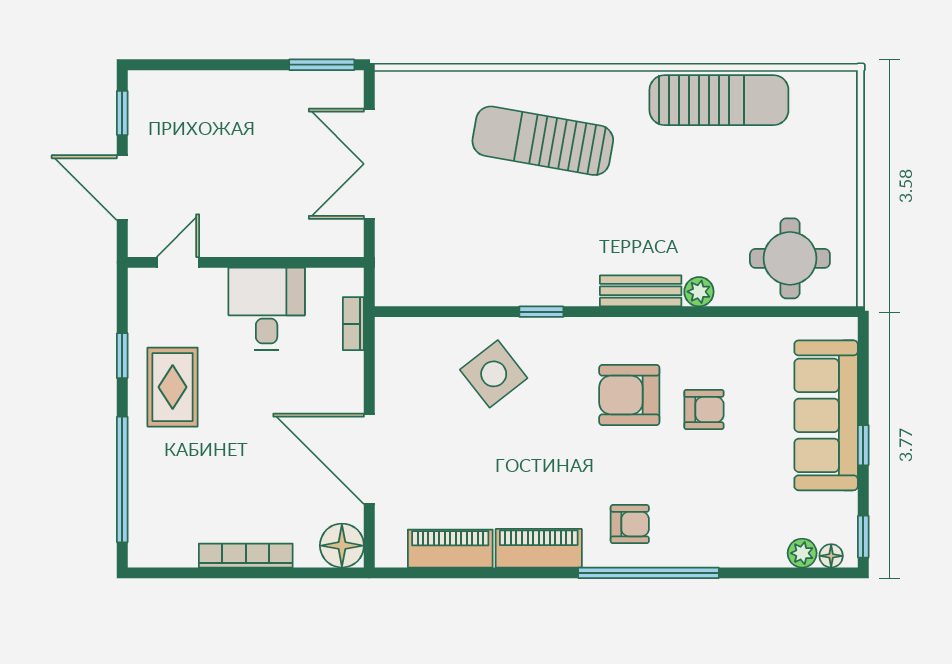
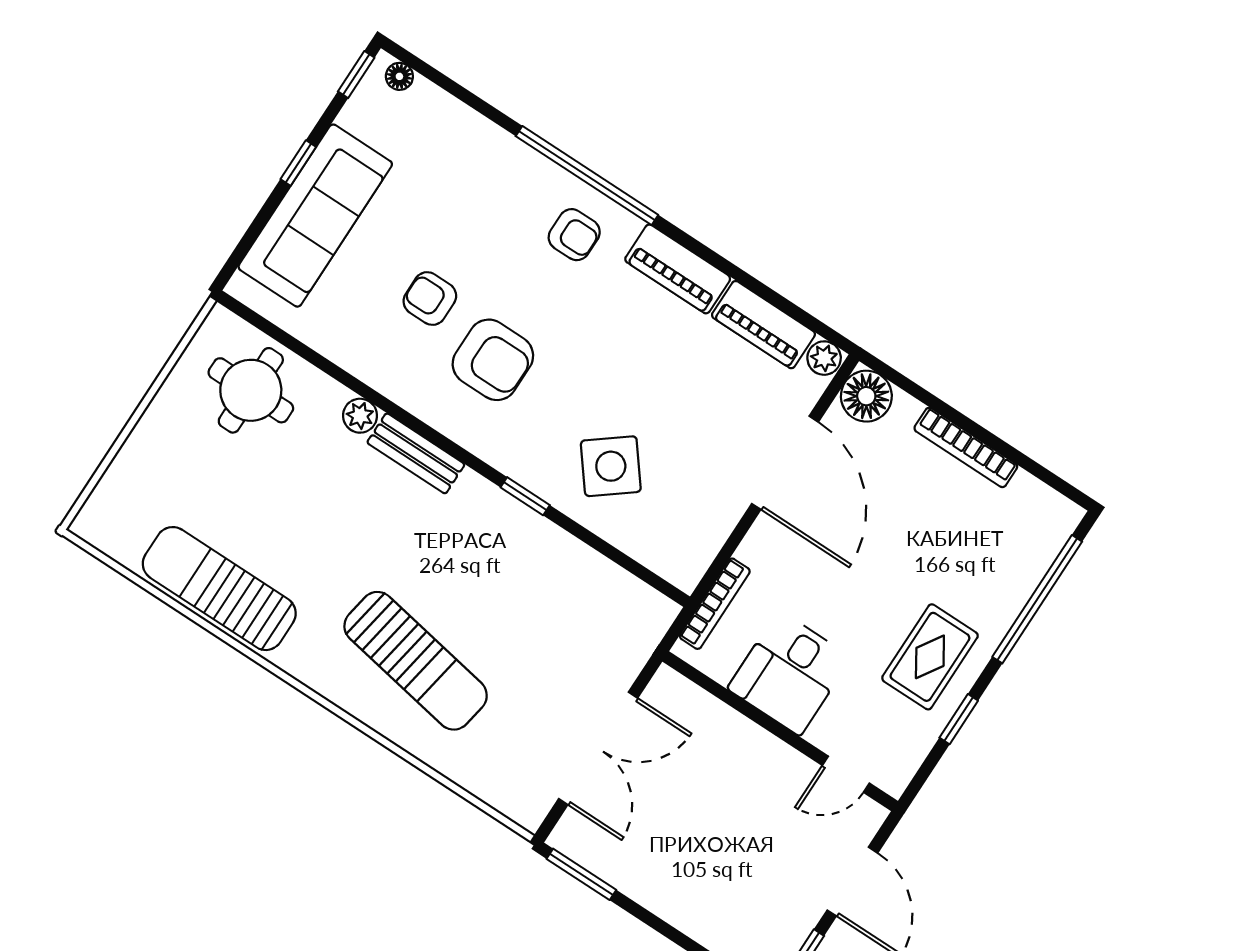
bookcase: (353, 324) -> (715, 604), width x1.56
armchair: (630, 524) -> (574, 235), turned 180
plant: (802, 553) -> (824, 358), moved

